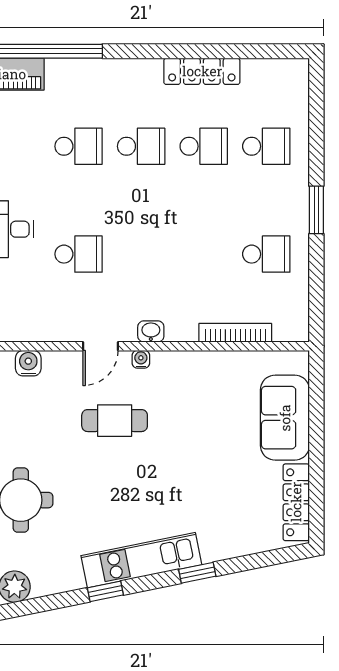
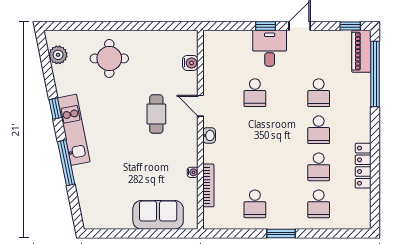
water cooler: (141, 359) -> (193, 172), moved
locker: (296, 502) -> (108, 222), removed
window: (197, 573) -> (66, 163), width x2.17

